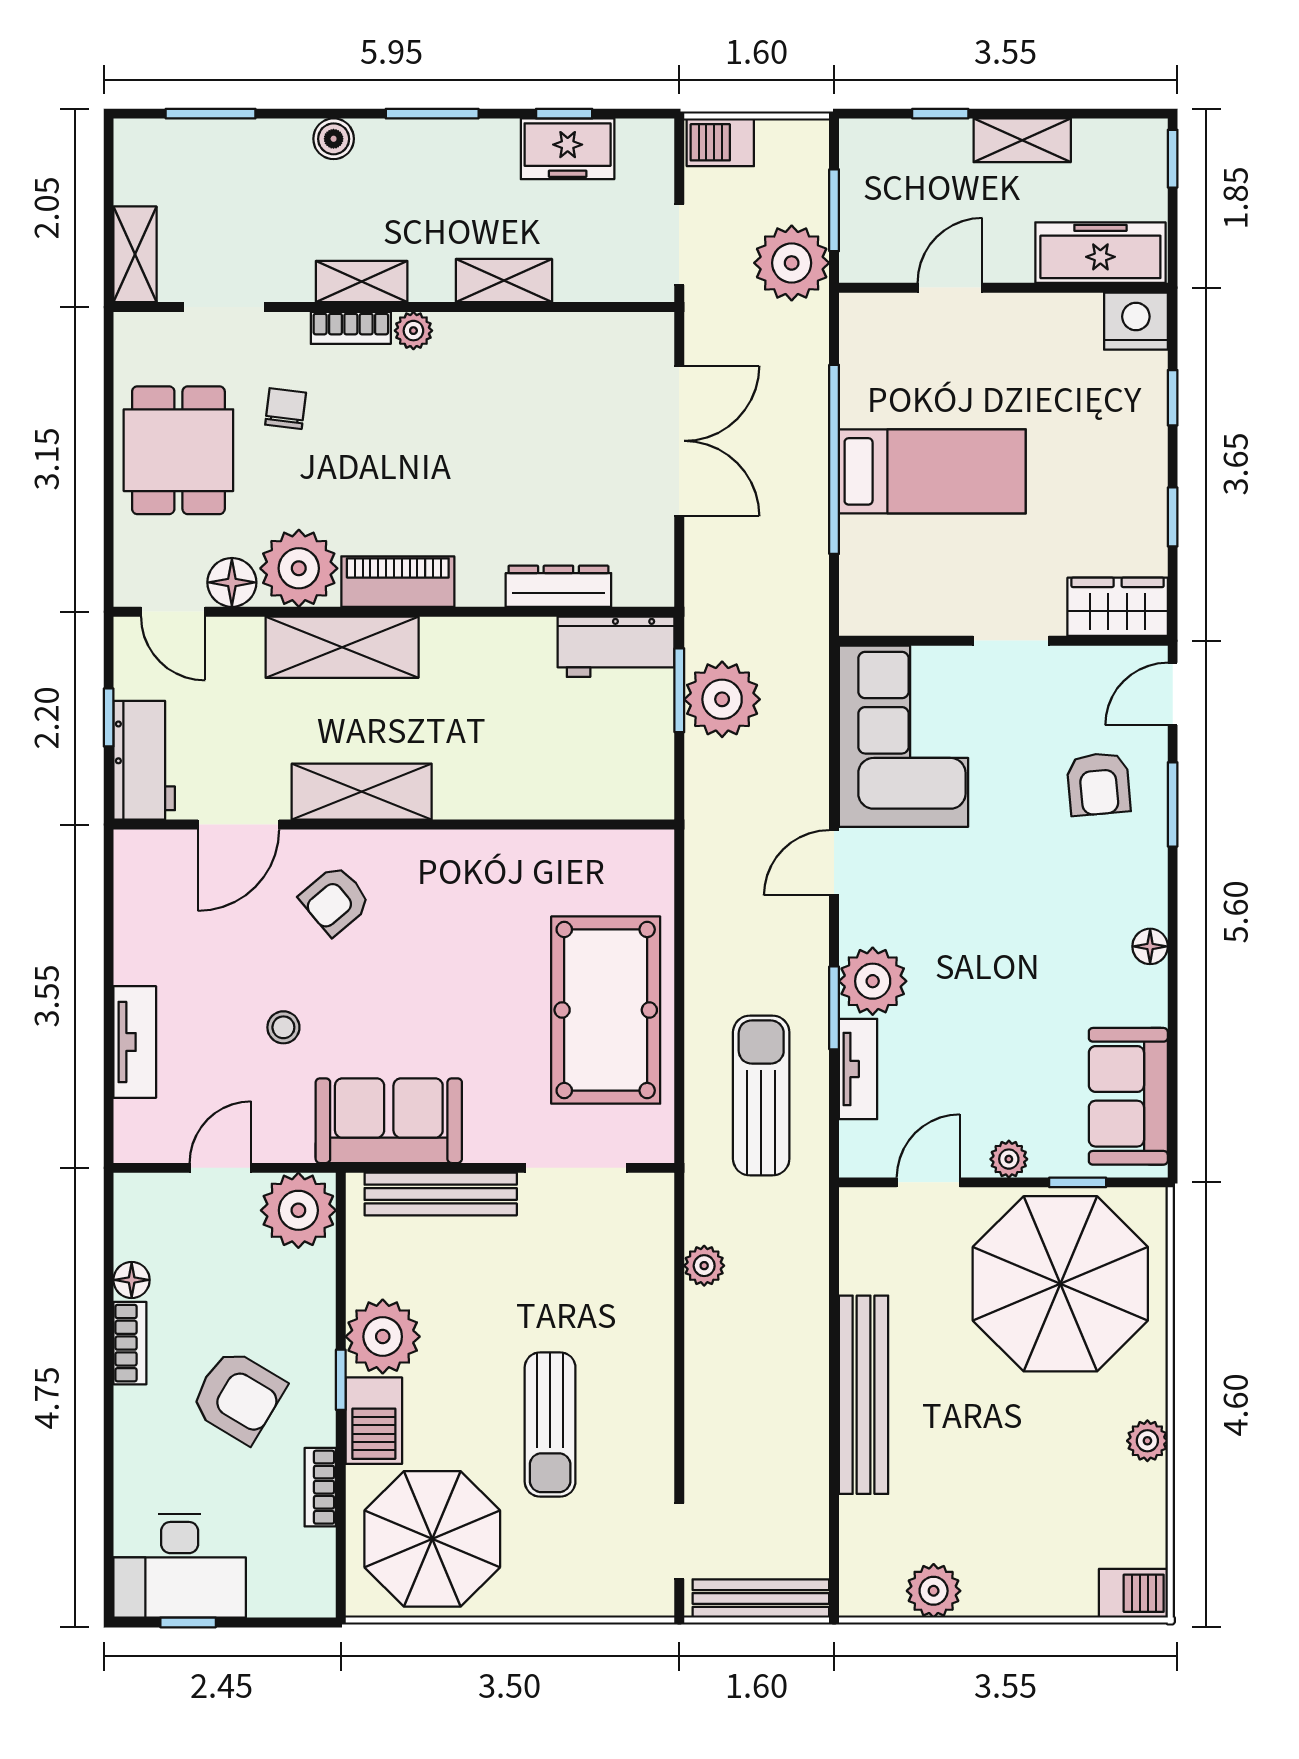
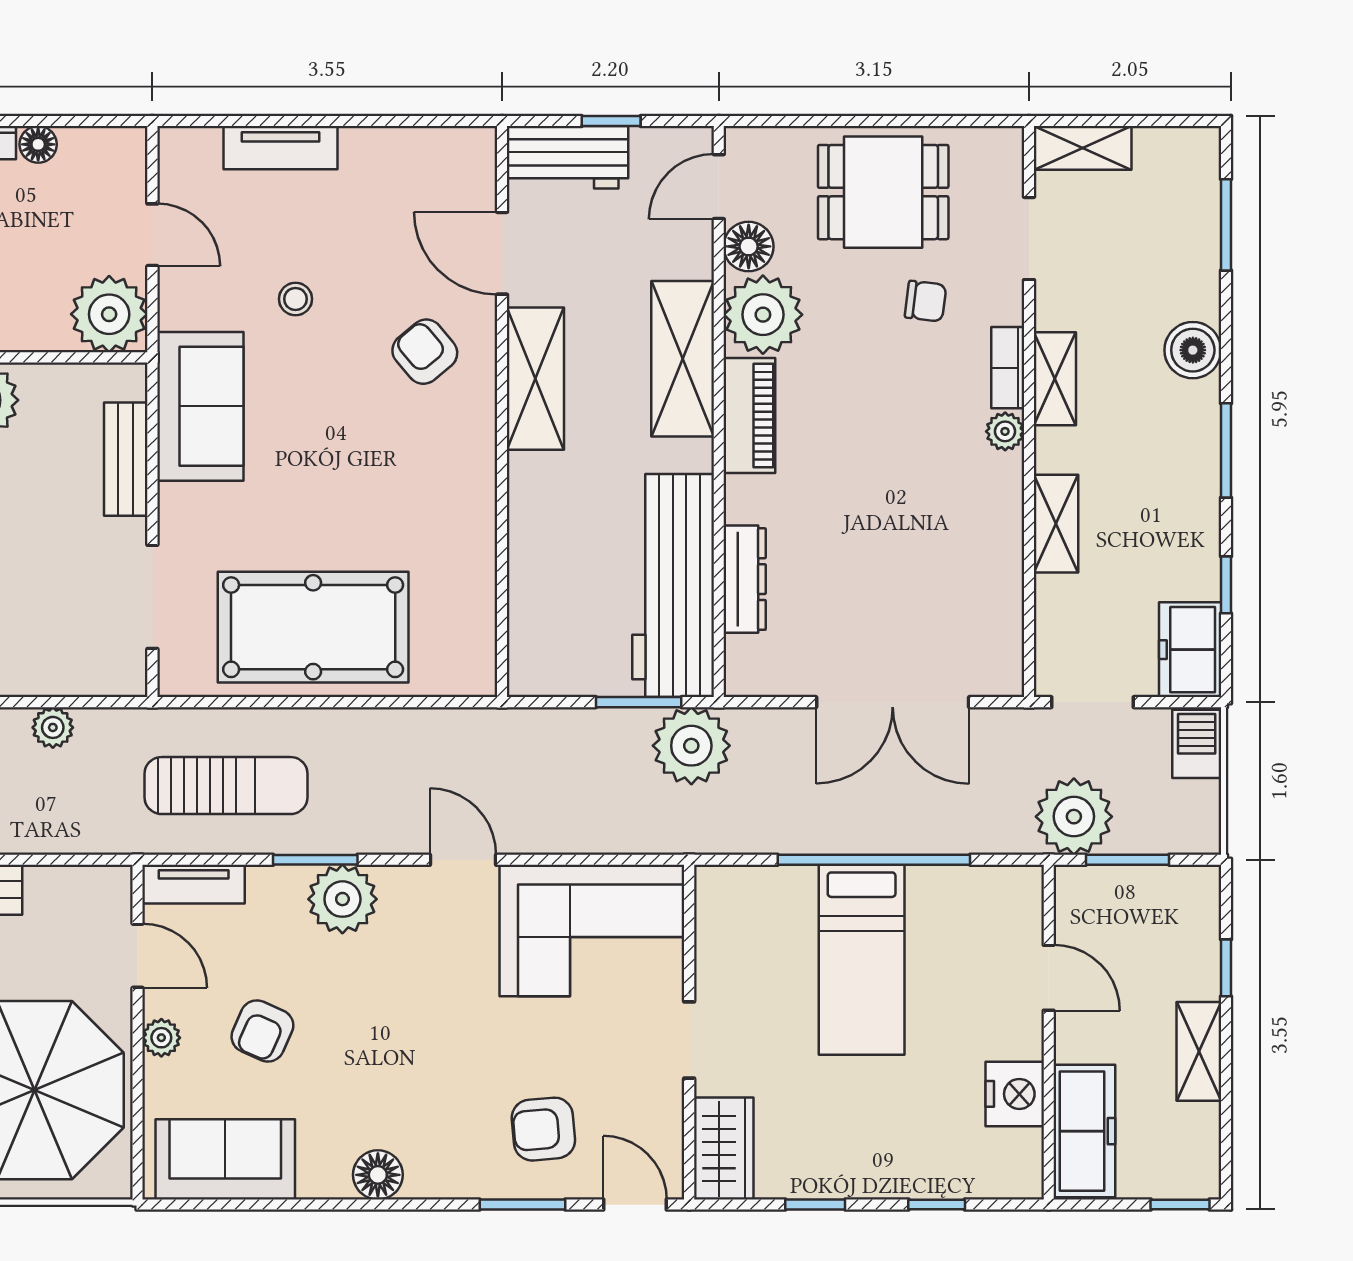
boiler: (334, 139) -> (1193, 350), width x1.36, depth x1.36
freezer: (568, 149) -> (1190, 650), moved
nightstand: (1136, 321) -> (1015, 1094), moved
workbench: (616, 647) -> (673, 586), width x1.88, depth x1.32
plant: (722, 699) -> (691, 746), moved
floor lamp: (1150, 946) -> (378, 1175), width x1.37, depth x1.37
armchair: (1002, 1060) -> (262, 1031), added
tv unit: (858, 1069) -> (194, 884), moved
window: (1078, 1182) -> (138, 1108), removed
bench: (441, 1194) -> (126, 459), width x0.73

